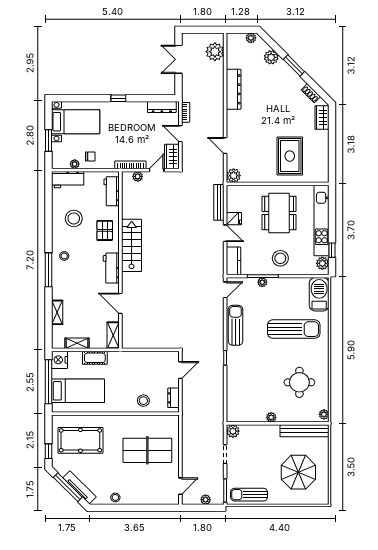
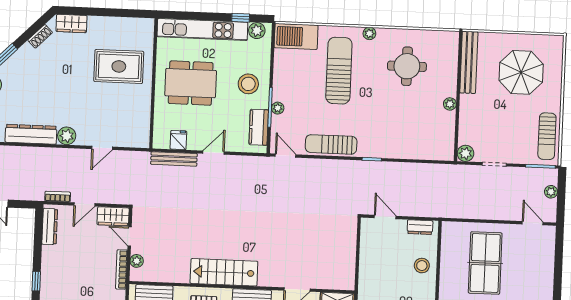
plant: (234, 176) -> (67, 136), moved
fridge: (234, 219) -> (178, 140), moved
kitchen counter: (234, 261) -> (259, 127), moved, turned -90
plant: (324, 414) -> (369, 33), moved

